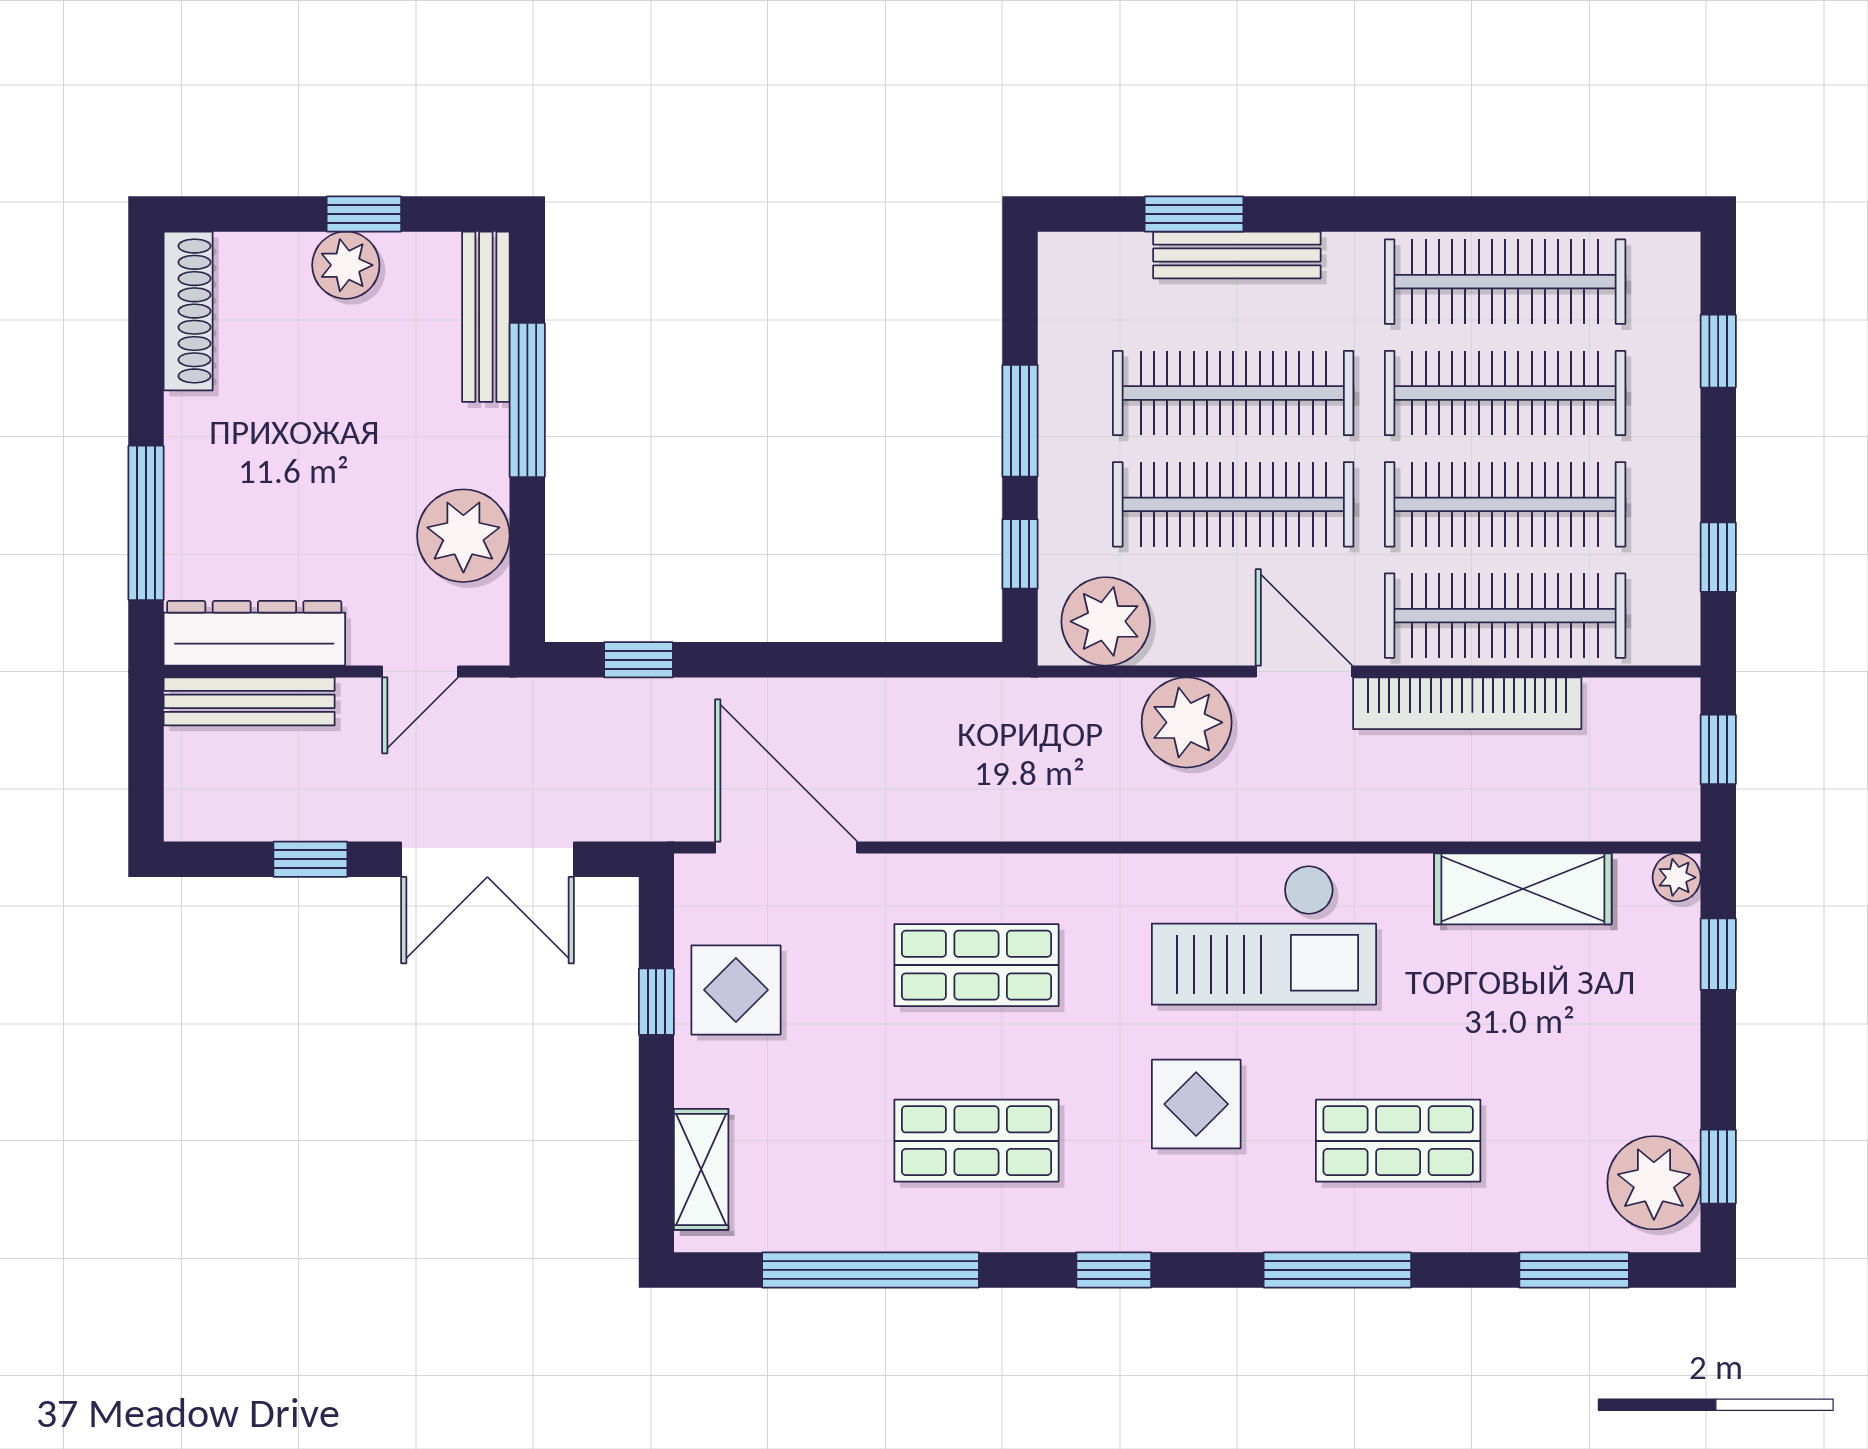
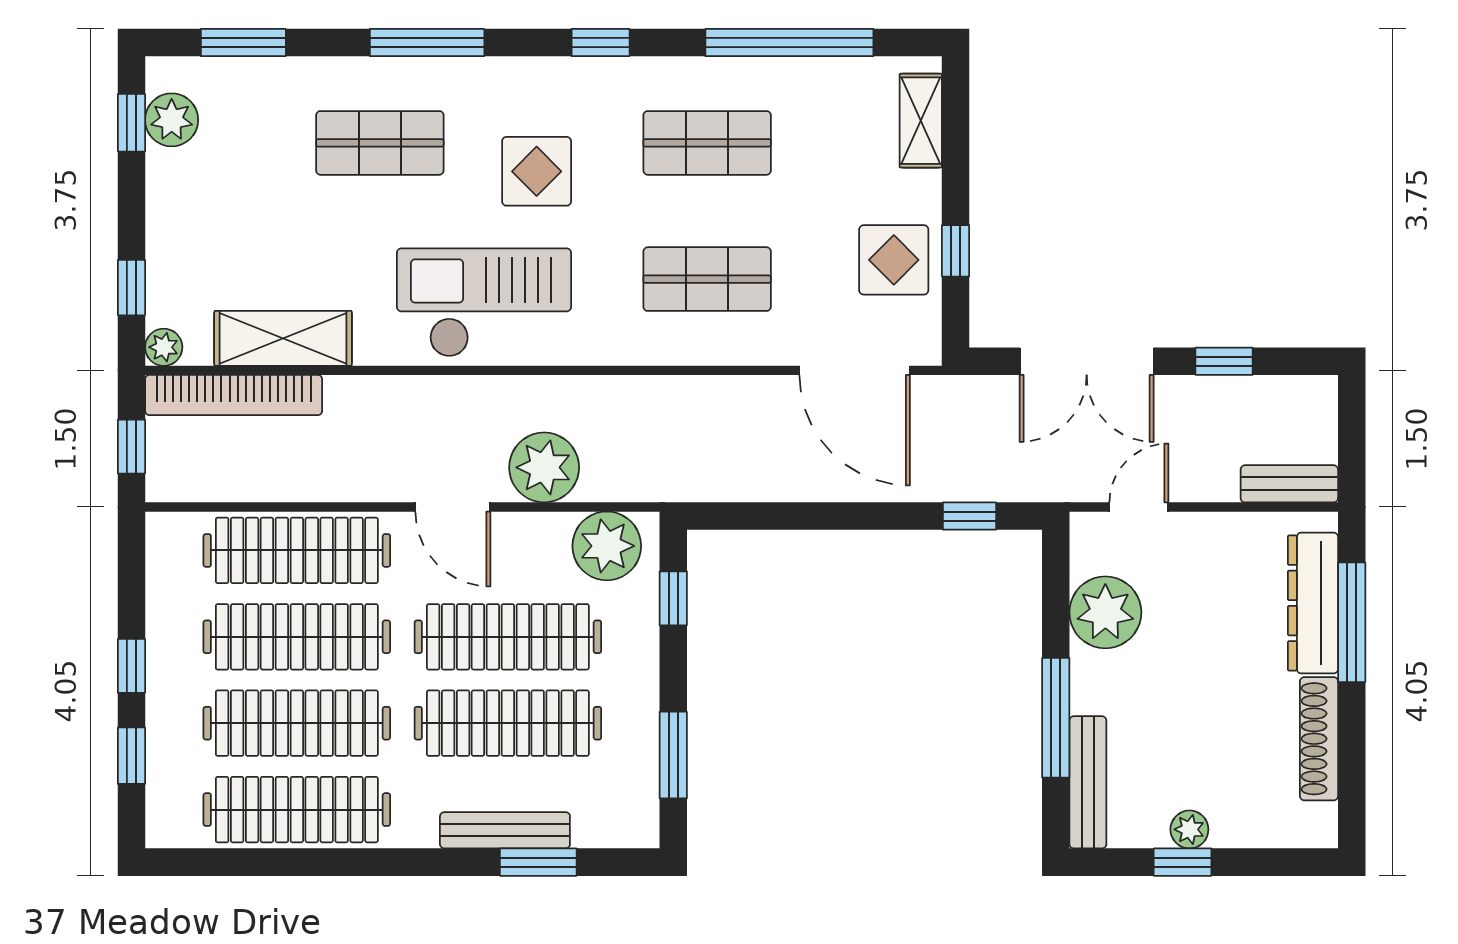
plant: (346, 265) -> (1189, 829), width x0.73, depth x0.73
shoe rack: (188, 311) -> (1319, 739), moved
window: (1020, 421) -> (673, 755), moved
window: (1718, 557) -> (131, 666), moved
dresser: (254, 633) -> (1313, 603), moved, turned 90
bench: (249, 701) -> (1289, 484), width x0.73
bookcase: (1467, 703) -> (234, 395), moved, turned 180
double door: (487, 859) -> (1087, 361), swing flipped
plant: (1654, 1183) -> (172, 120), width x0.73, depth x0.73

